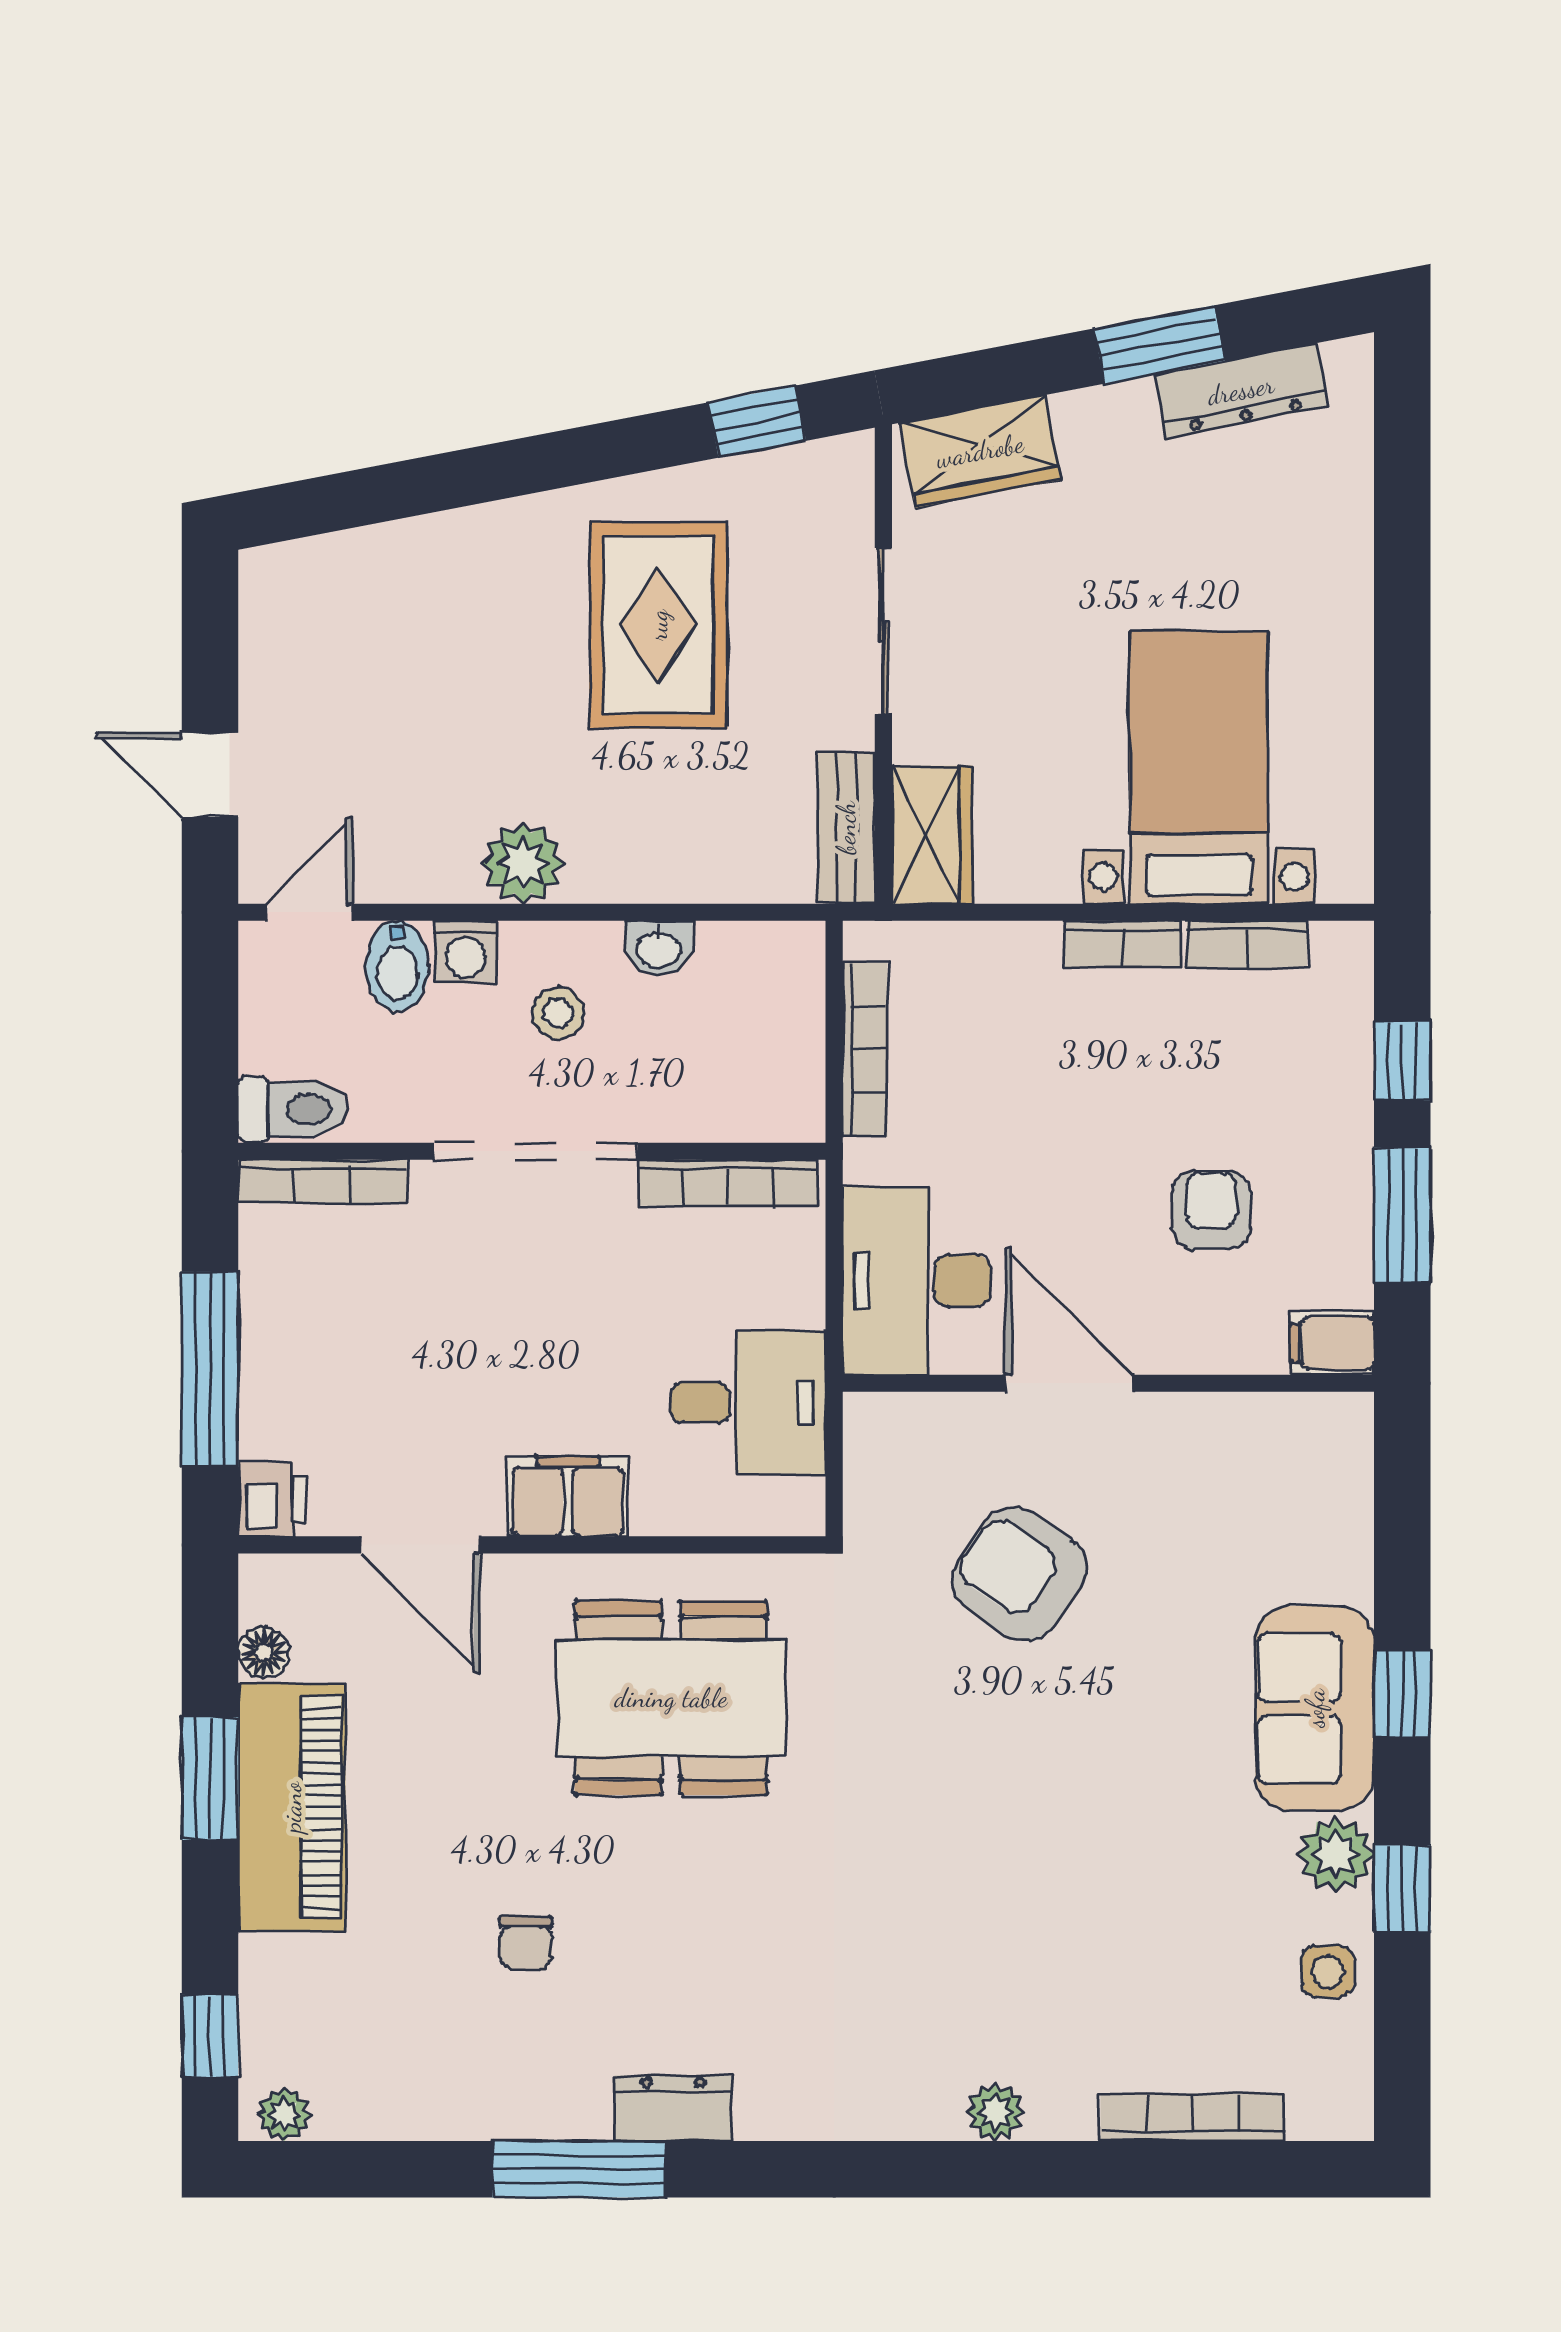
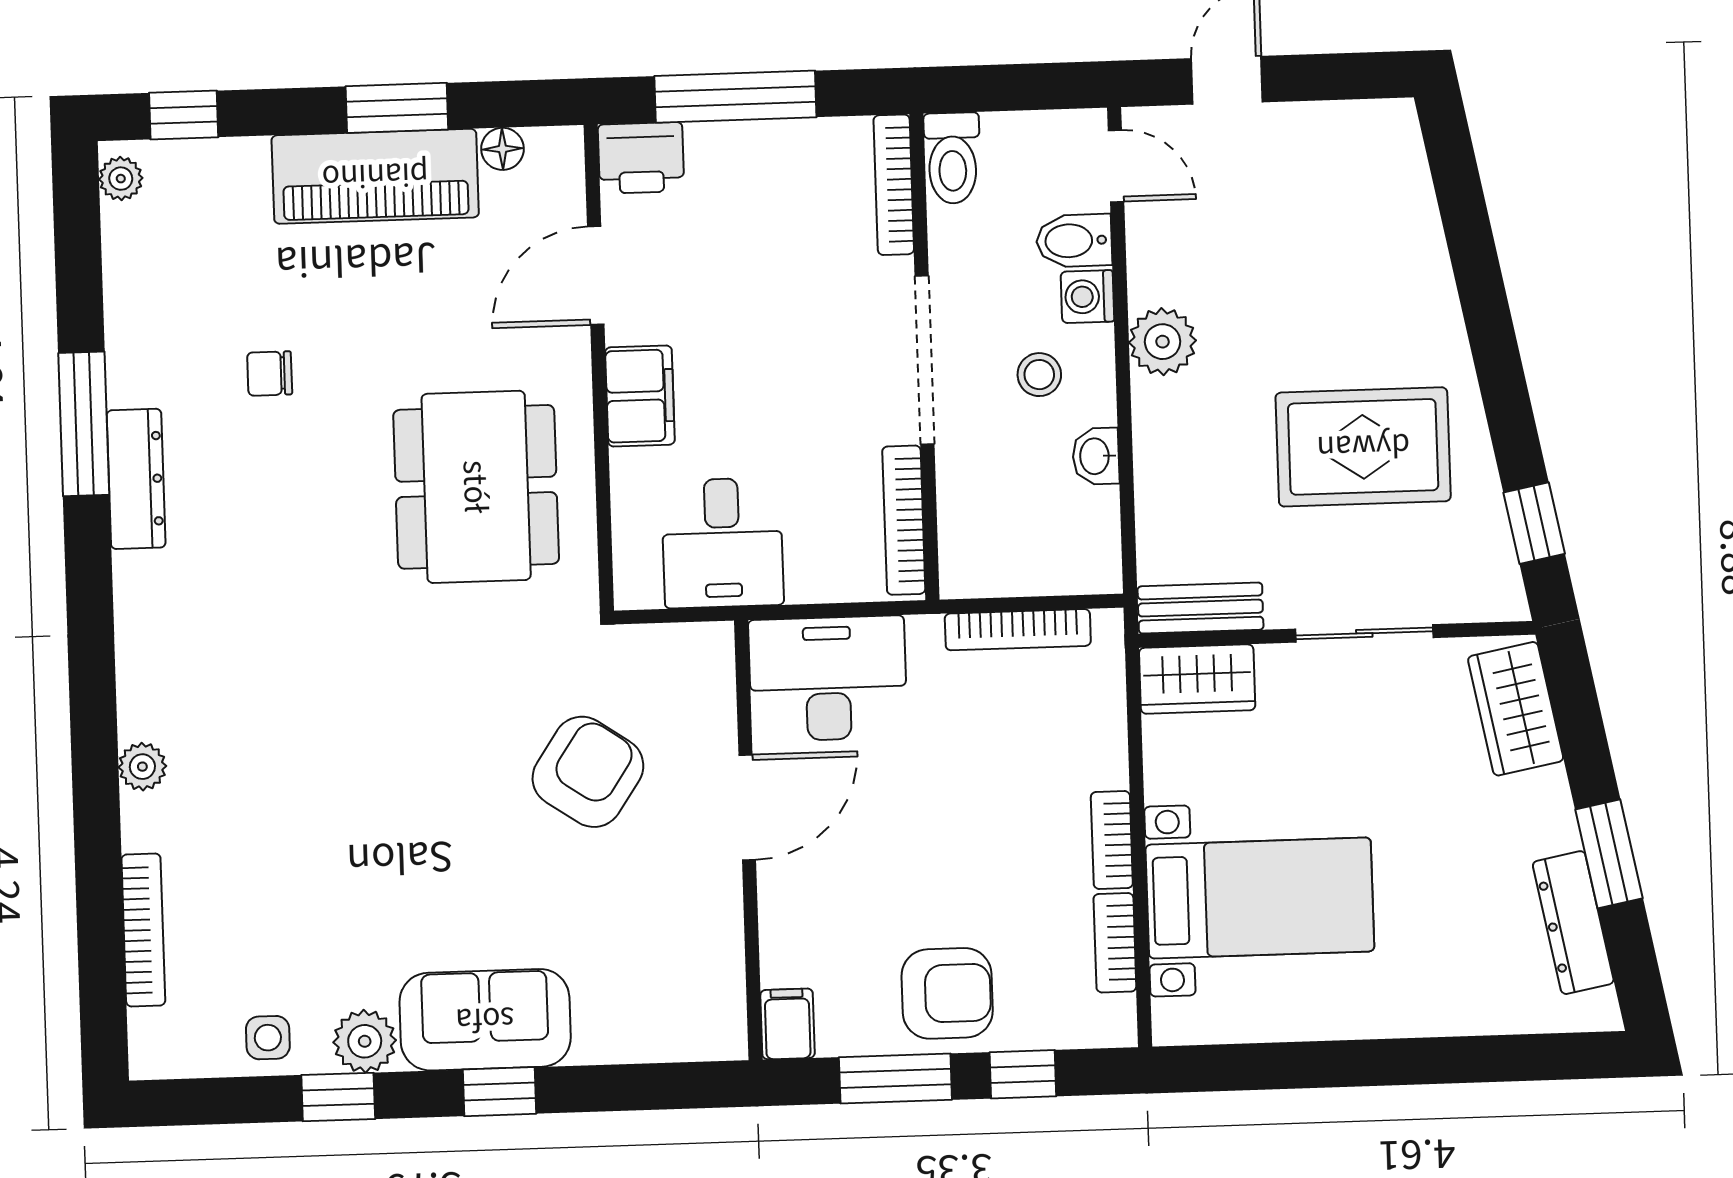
armchair: (1211, 1210) -> (947, 993), moved, width x1.38, depth x1.38
printer: (272, 1499) -> (641, 158), width x1.36, depth x1.24
dresser: (673, 2108) -> (136, 479), width x1.44

